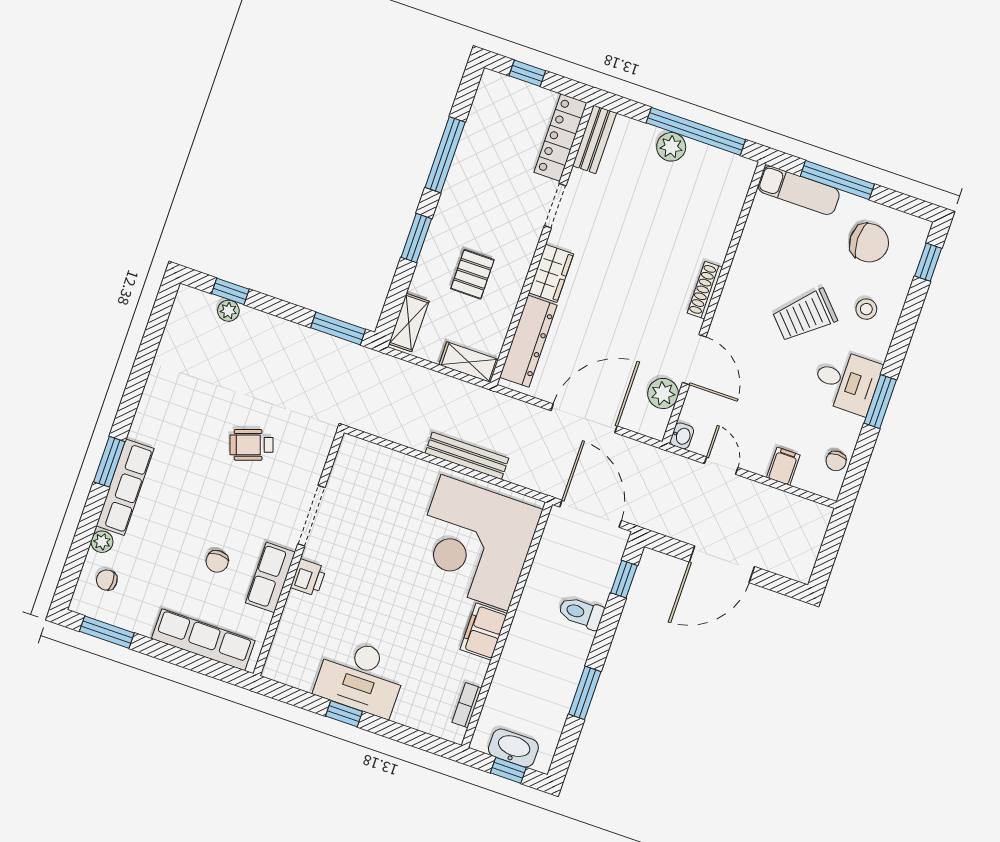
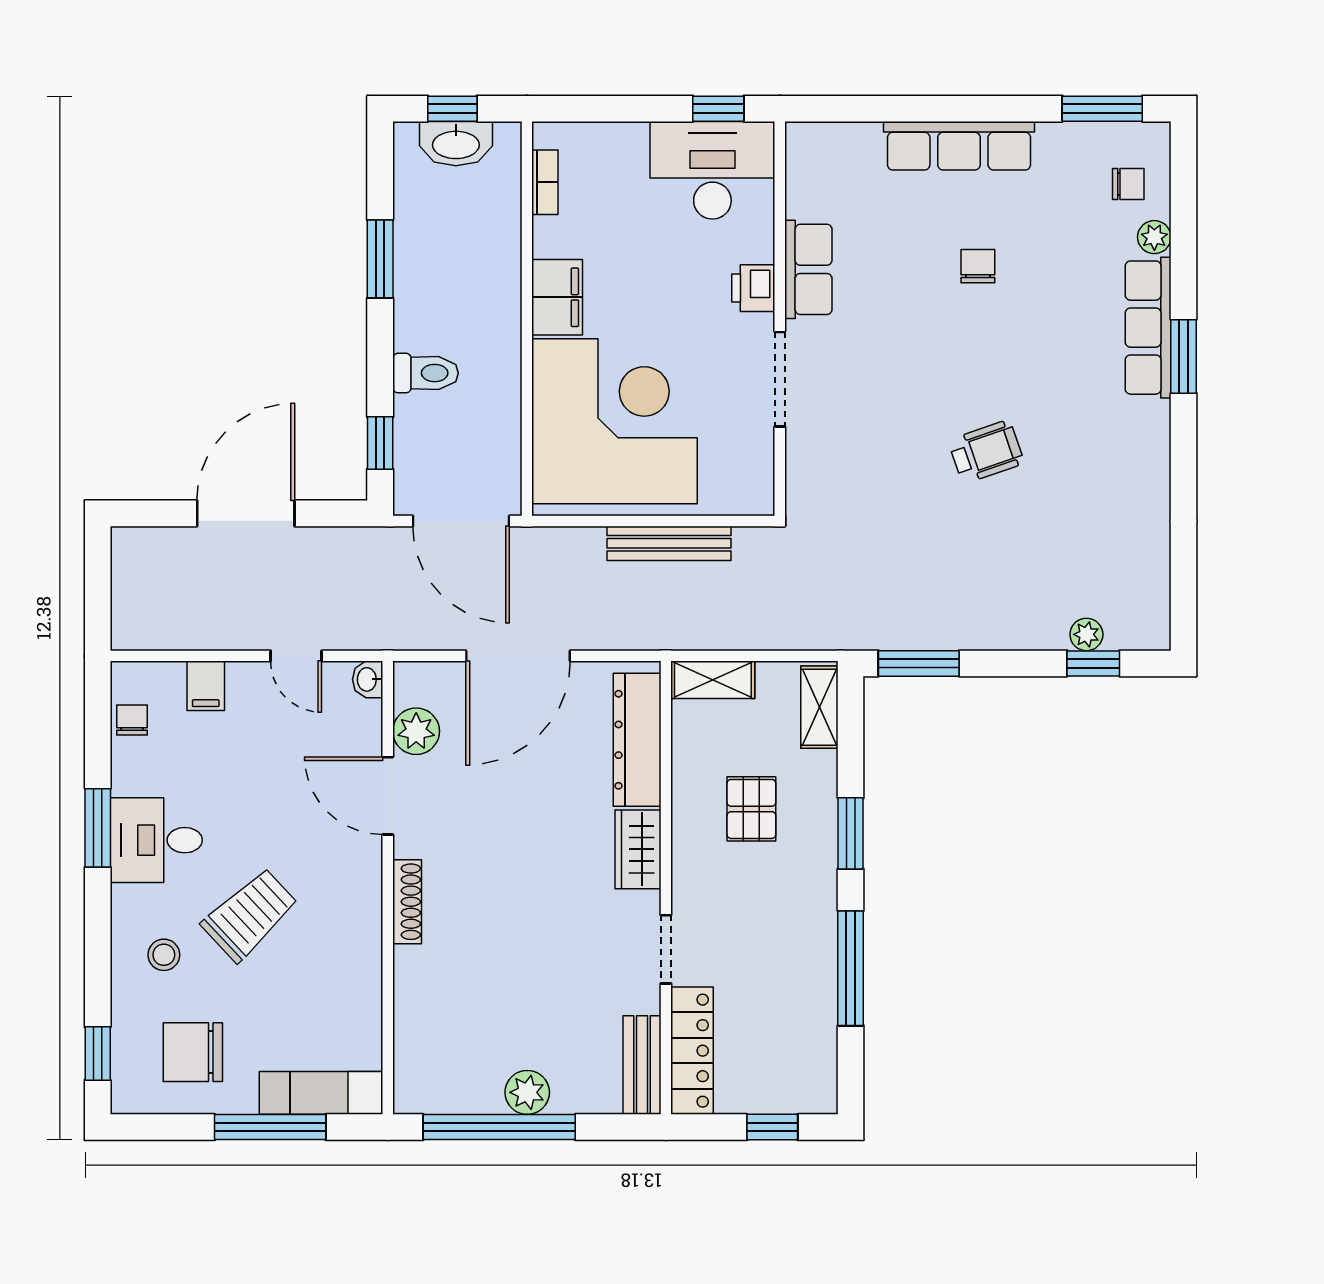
doorway: (311, 516) -> (780, 379), moved
wall: (299, 553) -> (780, 319), moved
row of seats: (270, 577) -> (808, 269), moved
printer: (308, 578) -> (753, 288), moved

